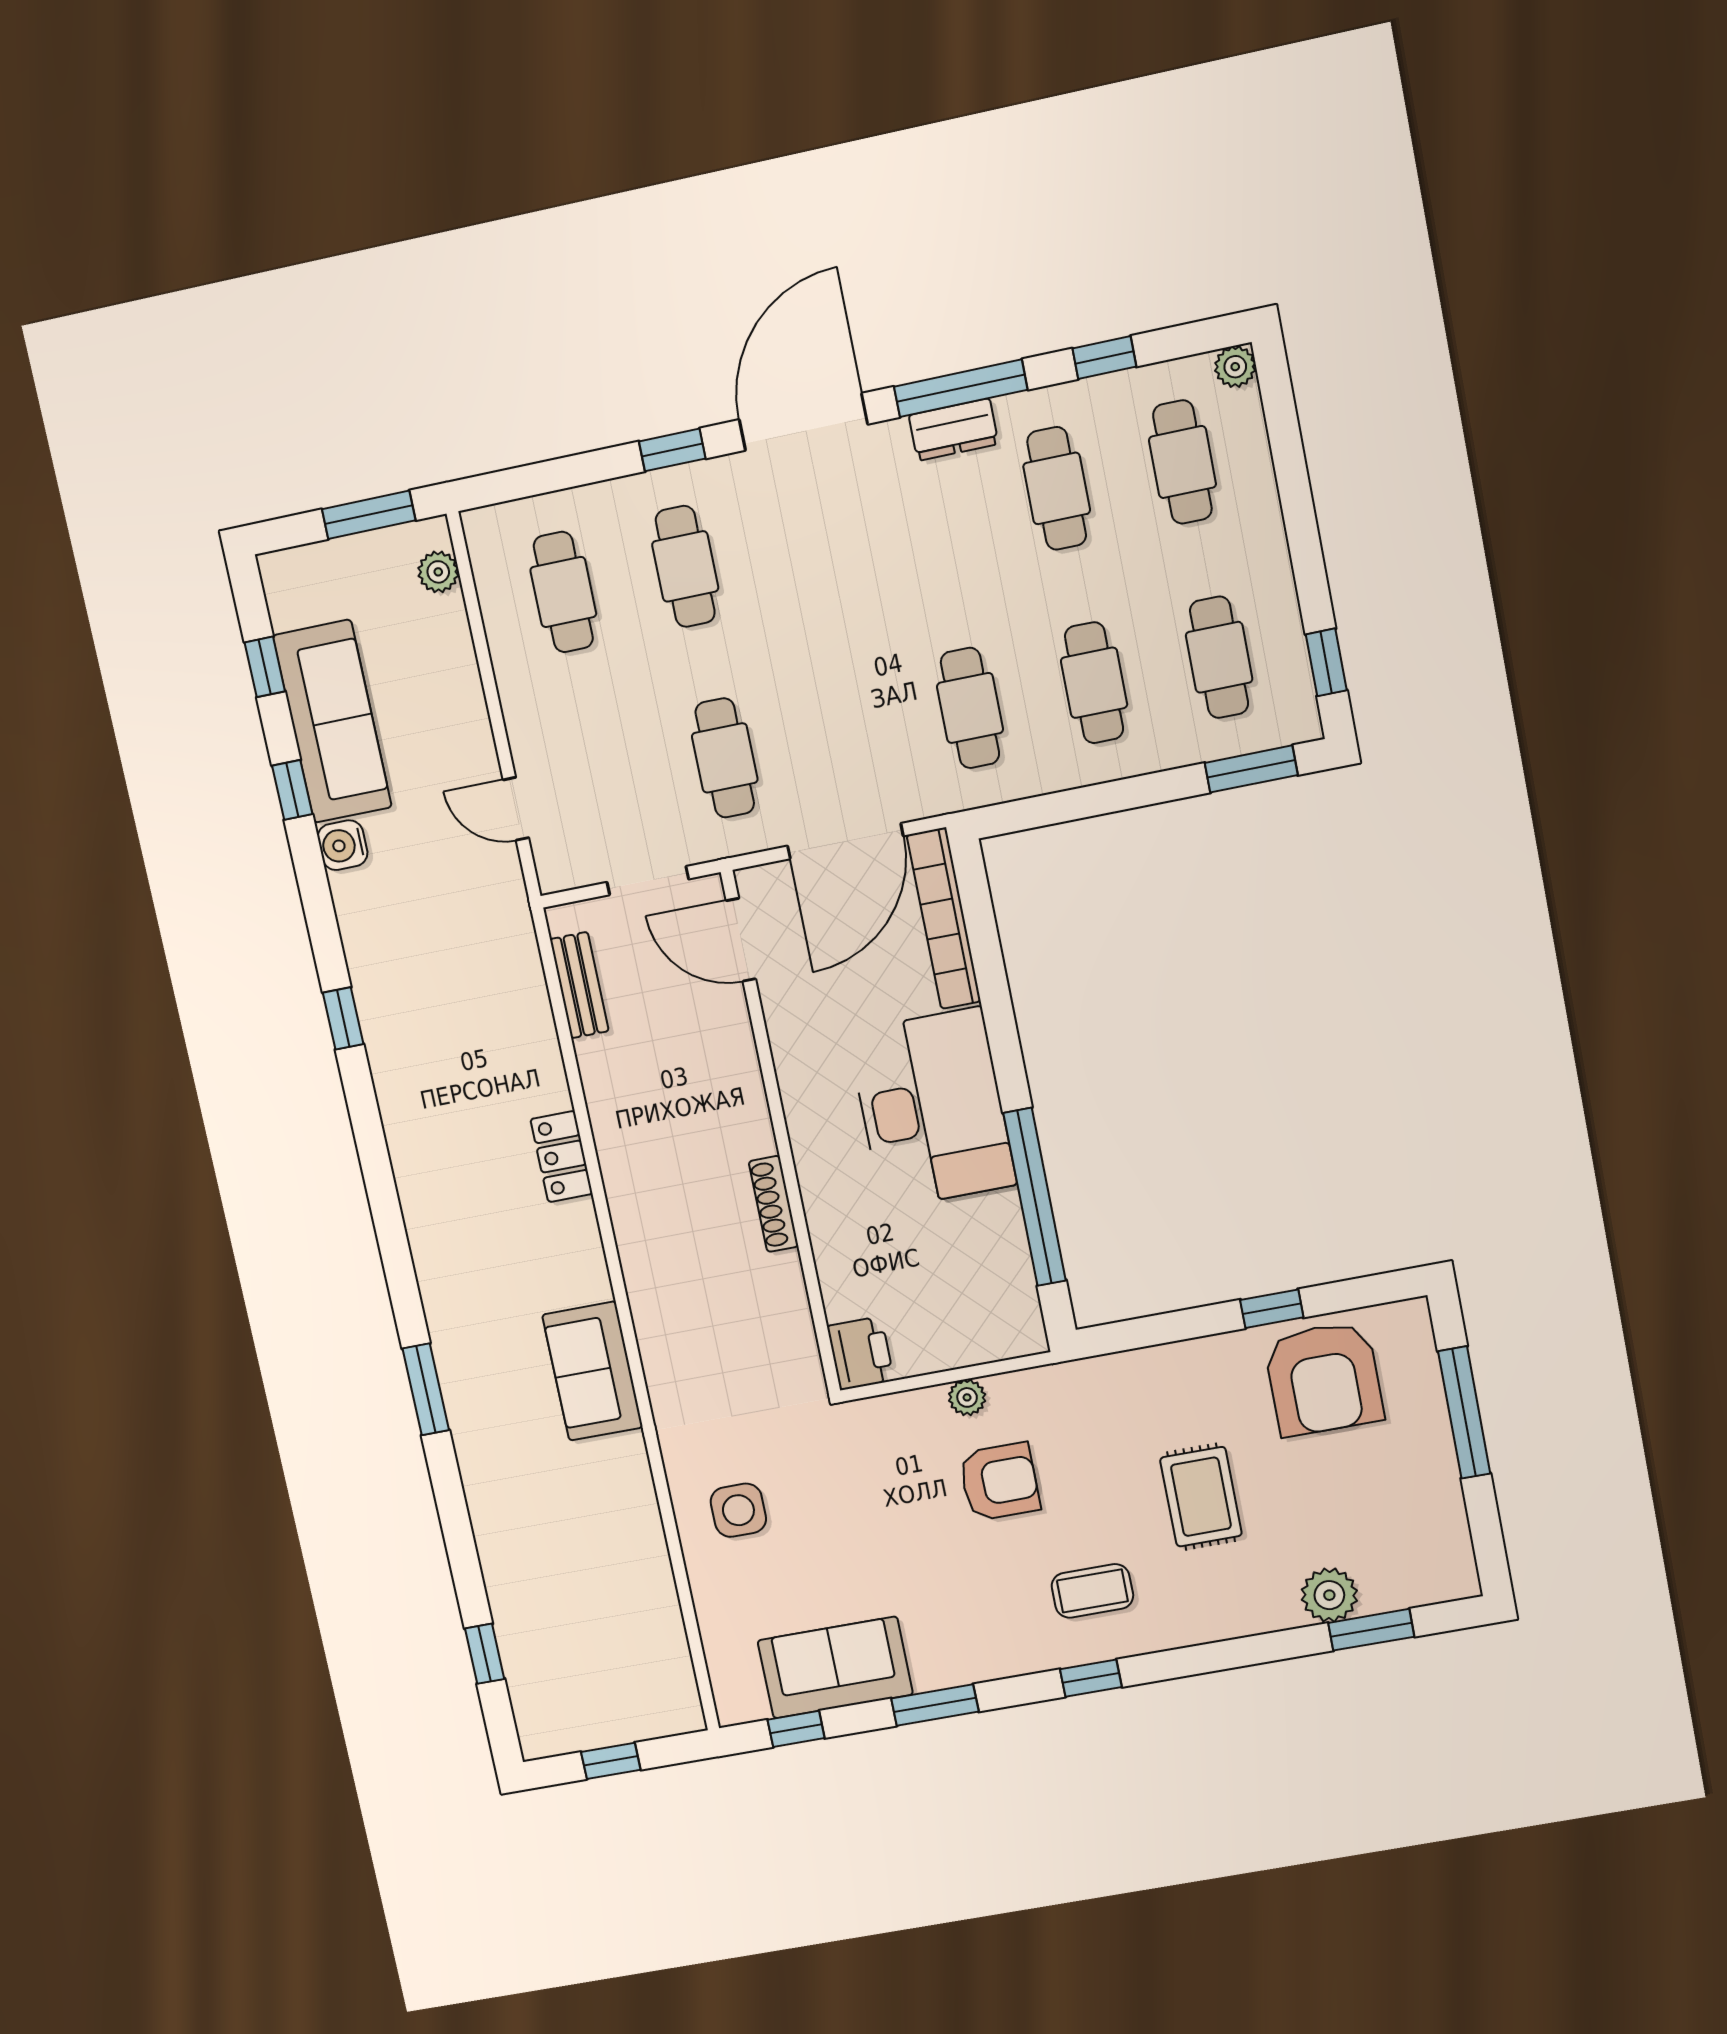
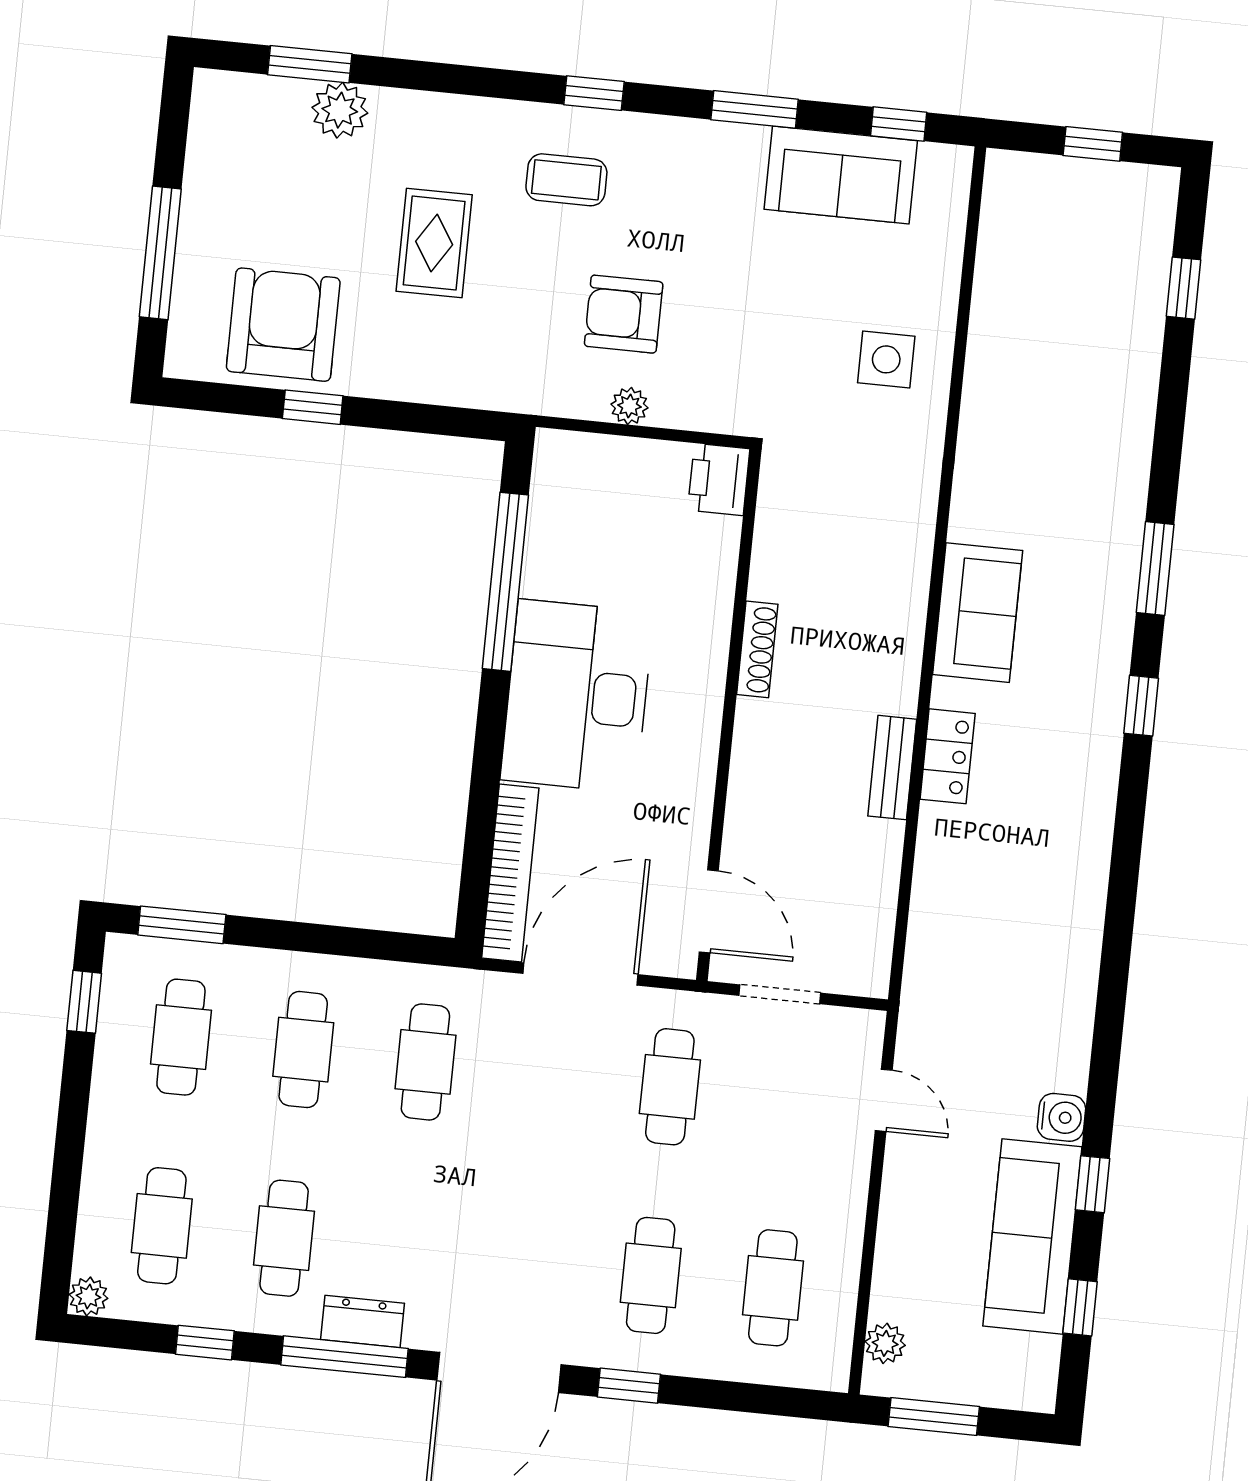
bench: (579, 985) -> (892, 768), moved
window: (343, 1018) -> (1141, 706), moved
sofa: (592, 1371) -> (978, 613), moved

